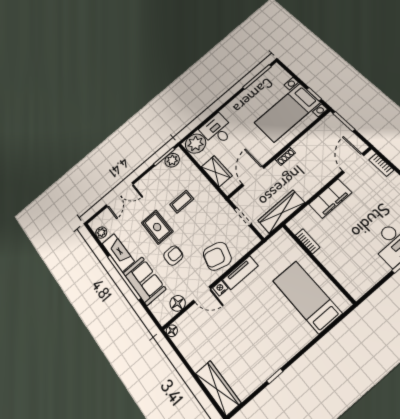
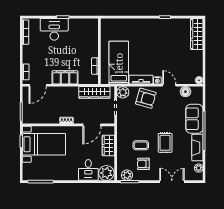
plant: (249, 240) -> (123, 92), added
armchair: (173, 256) -> (143, 164), moved
bed: (307, 297) -> (119, 63), moved, turned 180

